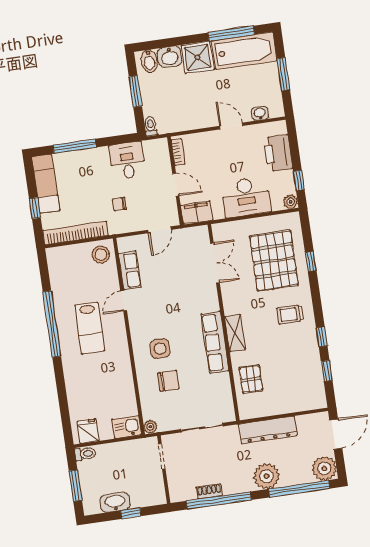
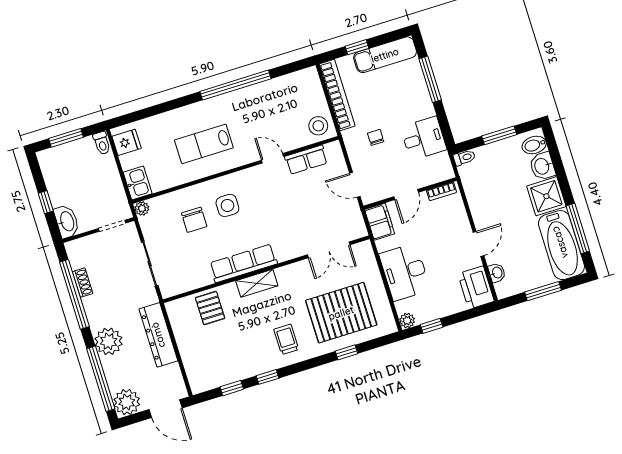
printer: (278, 153) -> (476, 288), moved, turned -90
lab bench: (90, 328) -> (204, 144), moved
pallet: (251, 379) -> (210, 308), turned 90
washbasin: (115, 502) -> (67, 221), moved

